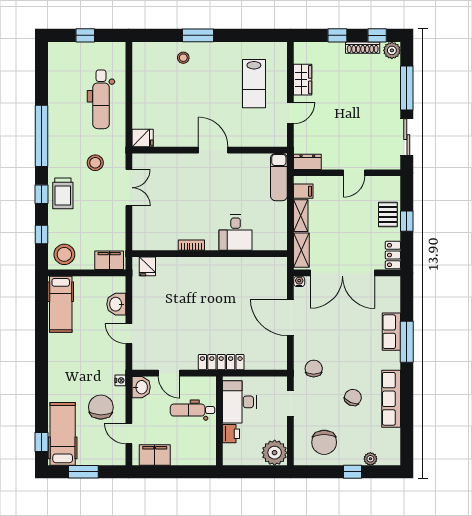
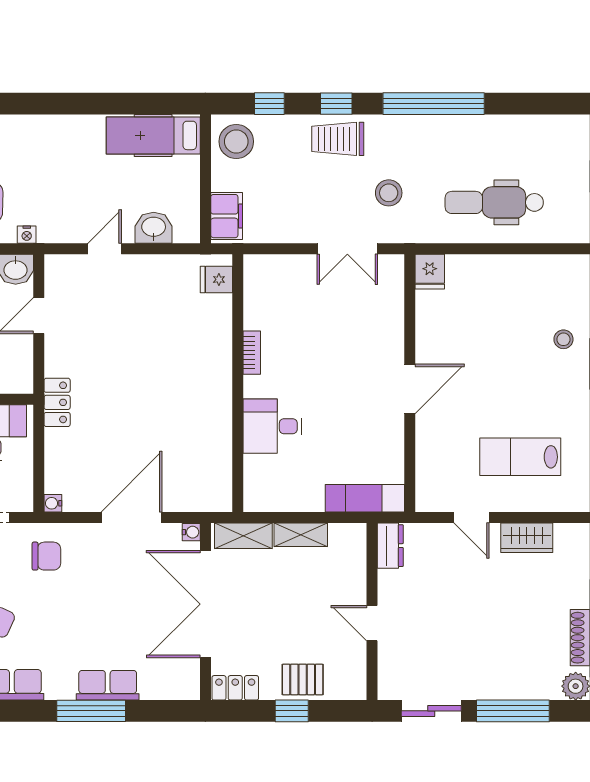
filing cabinet: (303, 191) -> (341, 539), removed
locker: (221, 362) -> (57, 402), width x0.66
water cooler: (282, 365) -> (53, 503), added

